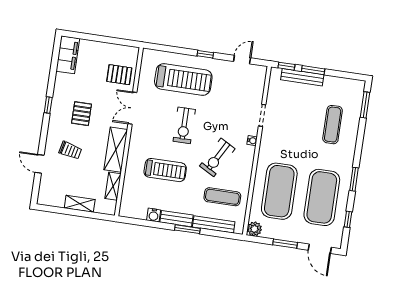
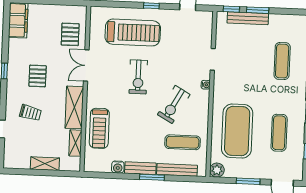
pallet: (119, 75) -> (70, 34), turned 90
treadmill: (165, 170) -> (99, 128), moved, turned 90
exercise mat: (322, 197) -> (279, 133), width x0.50, depth x0.69

